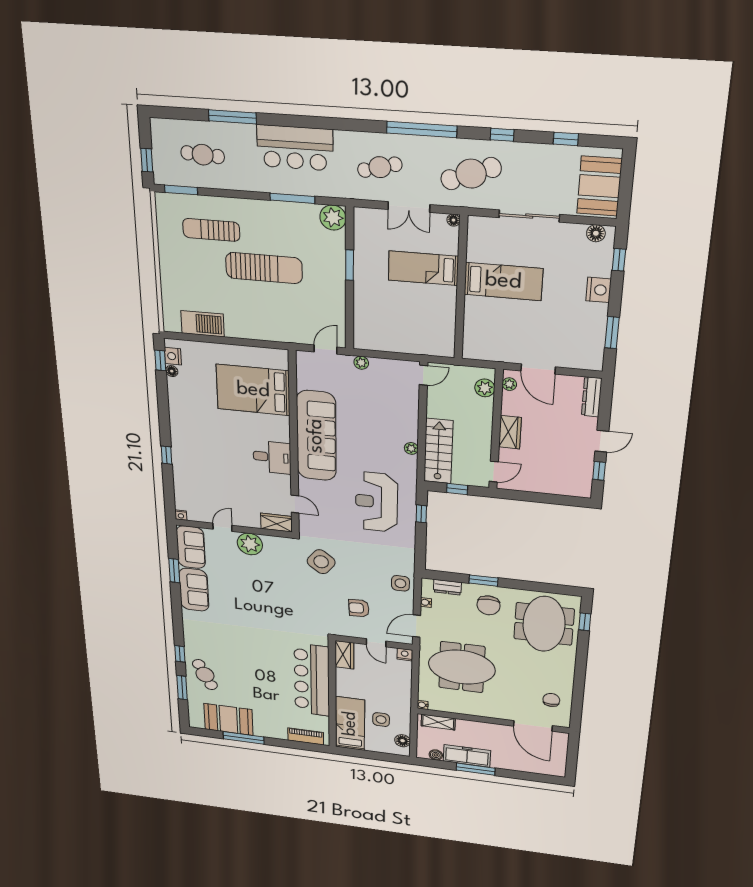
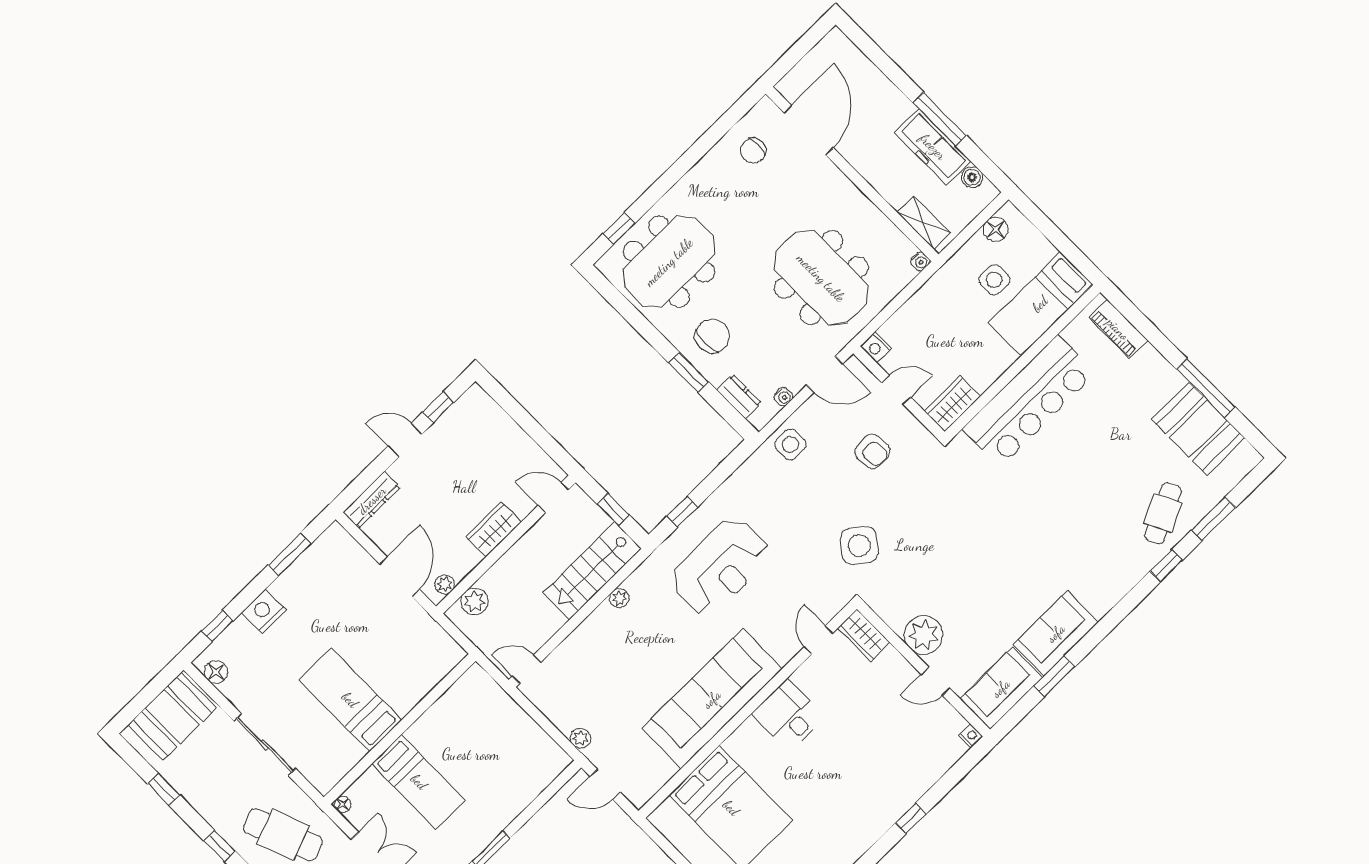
door: (376, 643) -> (896, 390), hinge flipped

